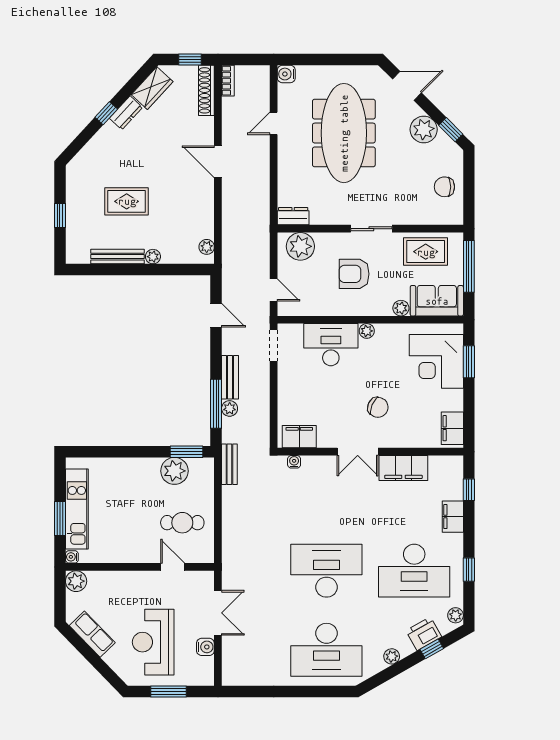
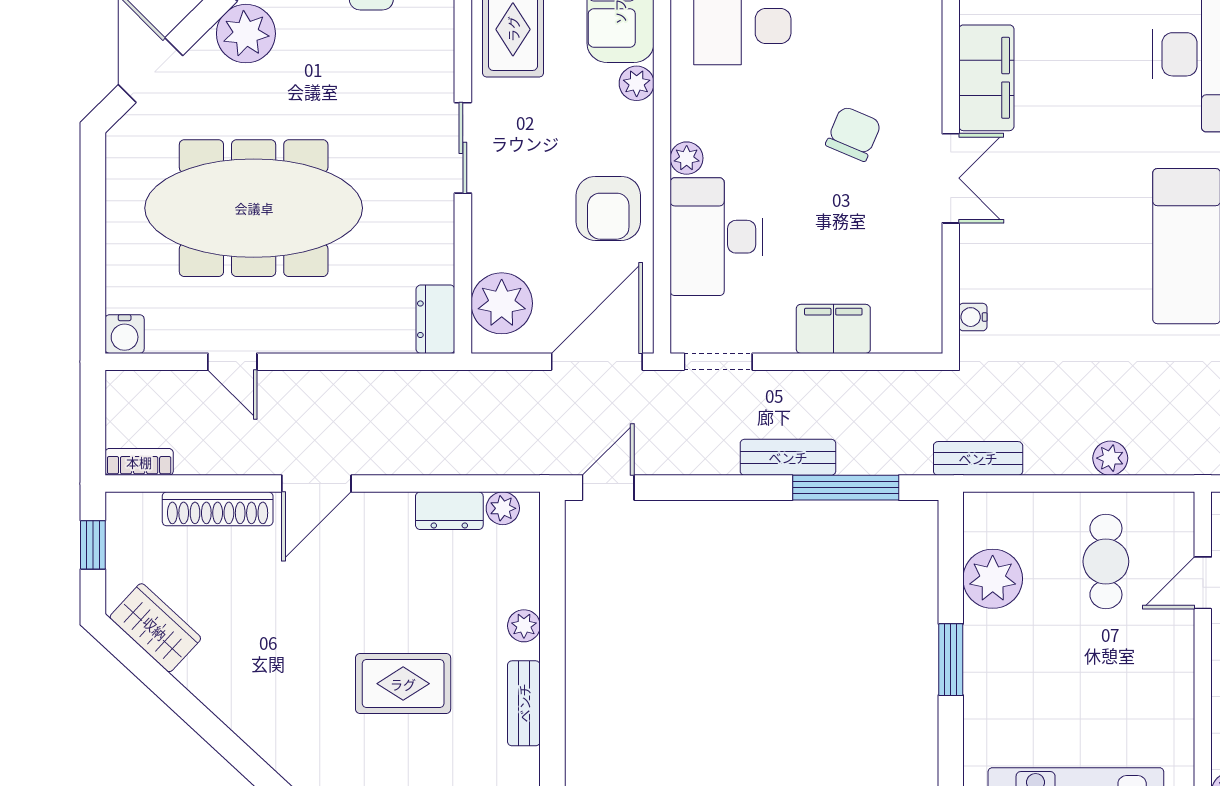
shoe rack: (206, 90) -> (218, 509), moved
window: (106, 113) -> (210, 728), removed
dresser: (126, 113) -> (449, 511), moved, turned 137
rug: (127, 201) -> (403, 684), turned 90
bench: (117, 257) -> (524, 703), width x0.73
armchair: (354, 274) -> (608, 208), moved
door: (274, 290) -> (597, 362), width x1.88
door: (216, 315) -> (608, 488), moved
plant: (230, 408) -> (1110, 458), moved
filing cabinet: (299, 437) -> (833, 329), moved, turned 90
window: (186, 452) -> (951, 660), moved

